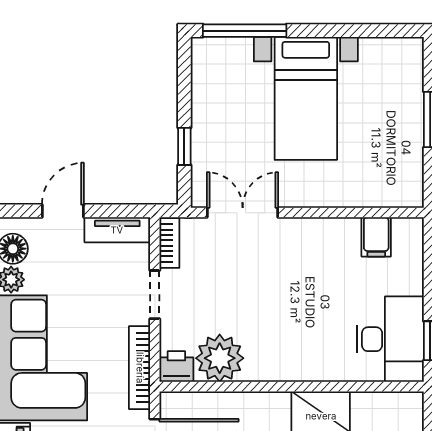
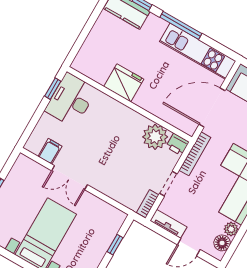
double door: (243, 213) -> (70, 178), moved

